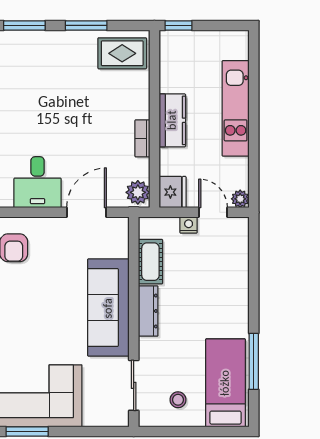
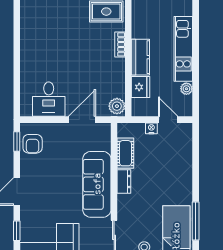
bookcase: (142, 138) -> (120, 44), moved
fridge: (173, 192) -> (140, 87), moved
plant: (240, 199) -> (186, 89), moved
dresser: (148, 311) -> (124, 182), width x0.70

